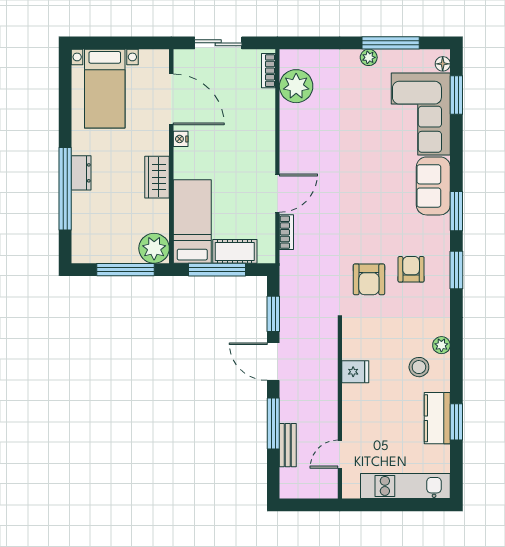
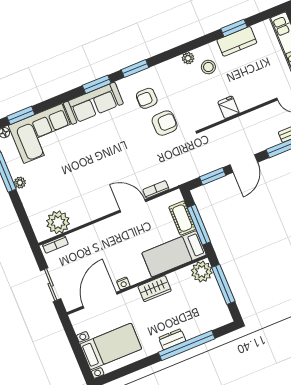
sofa: (433, 186) -> (93, 103), width x1.36

